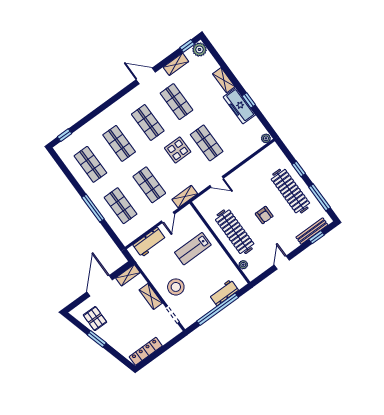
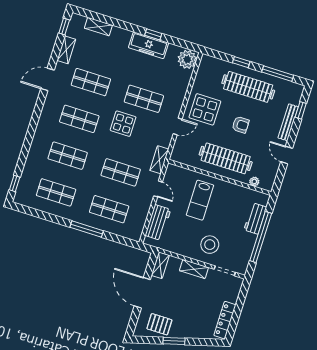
plant: (199, 49) -> (77, 22), removed
shelving: (224, 80) -> (98, 27), moved
plant: (266, 138) -> (187, 59), width x1.88, depth x1.88
display table: (246, 184) -> (205, 109), added
bench: (312, 231) -> (288, 122), moved

